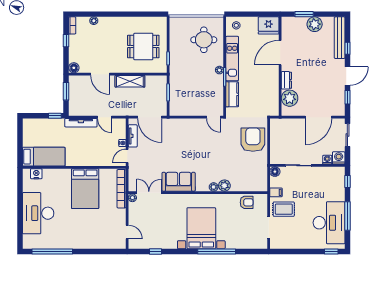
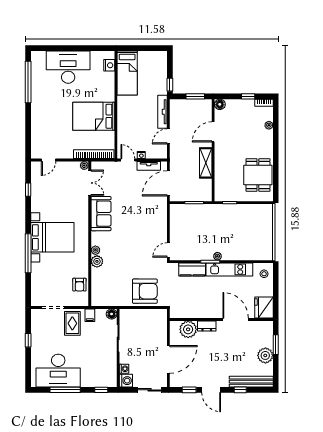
round table: (204, 40) -> (249, 240), removed
dining table: (143, 47) -> (258, 175), moved
door: (318, 117) -> (168, 359), swing flipped
window: (331, 252) -> (28, 340), moved

